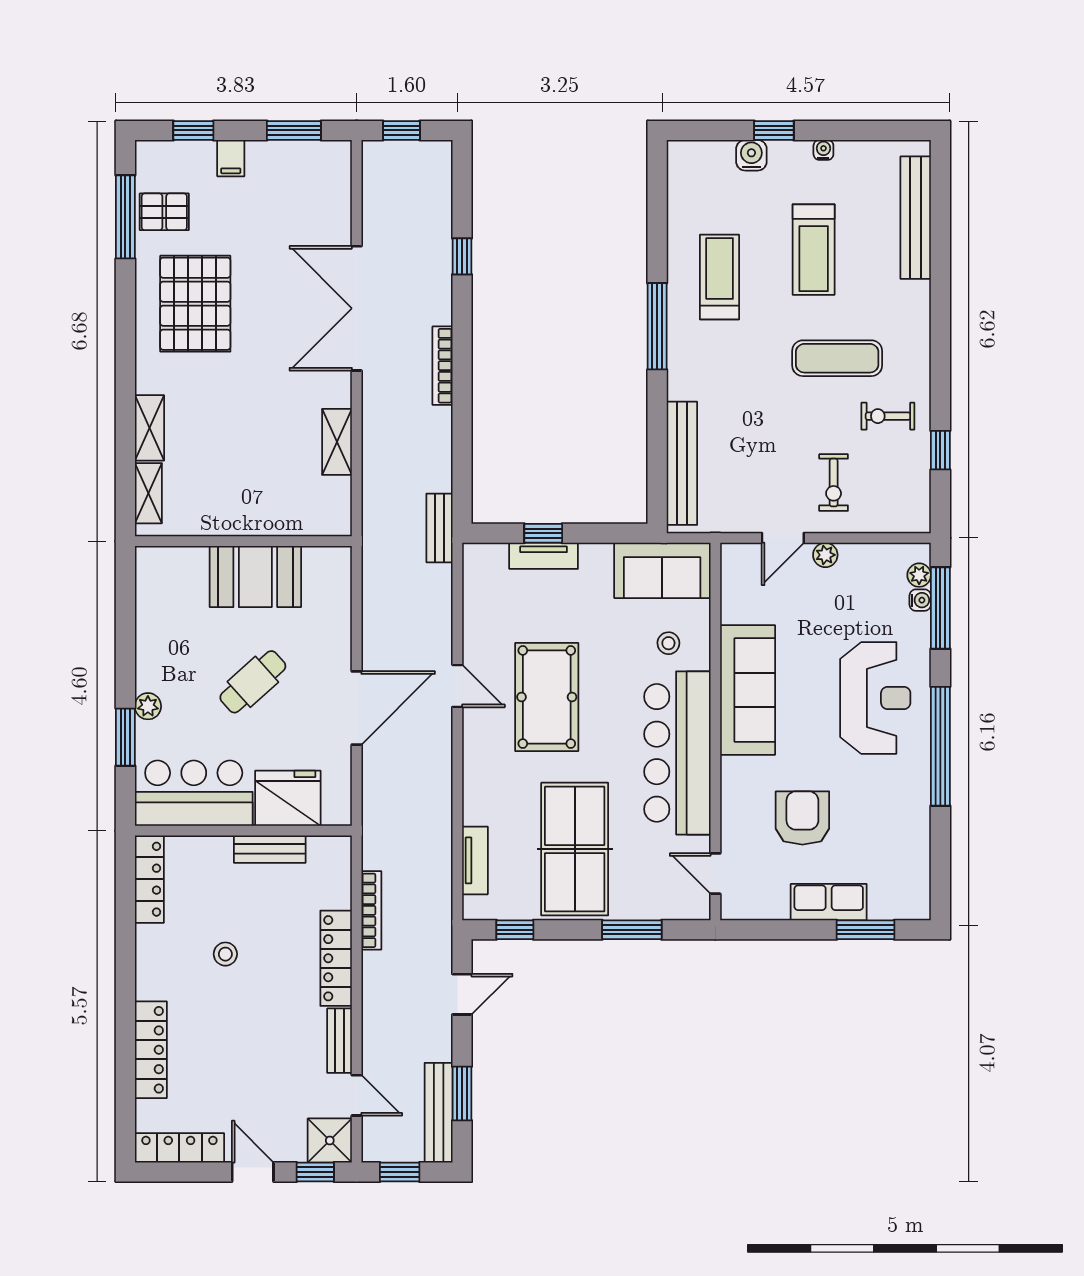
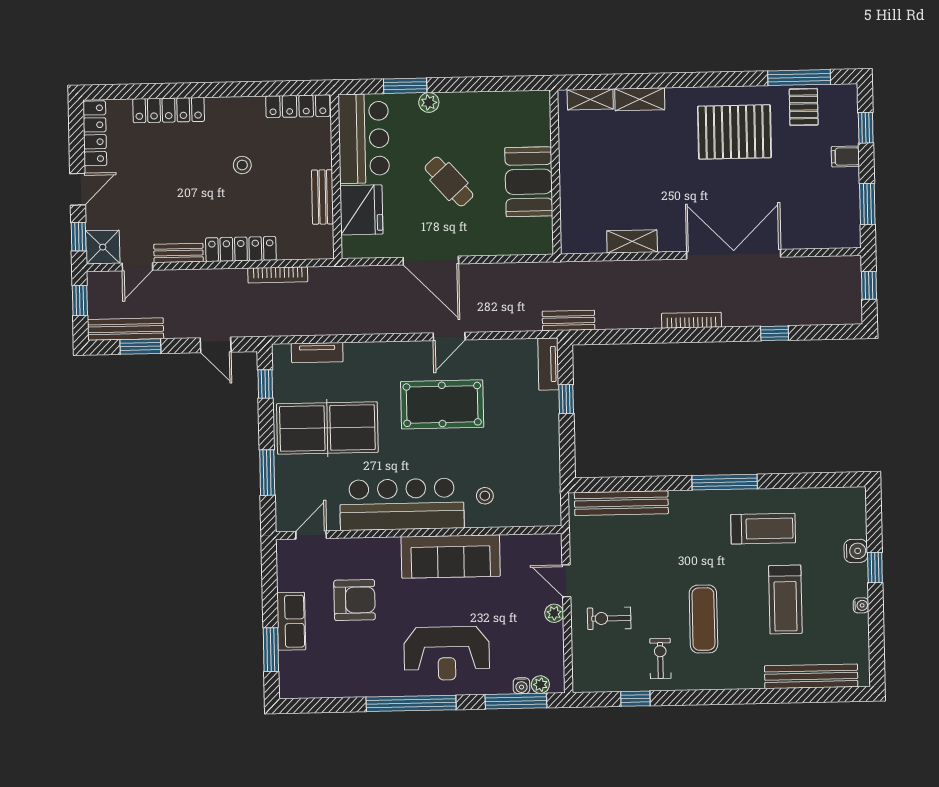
treadmill: (814, 250) -> (785, 599), turned -90
tv unit: (544, 556) -> (548, 364), moved
sofa: (662, 570) -> (540, 490), removed

